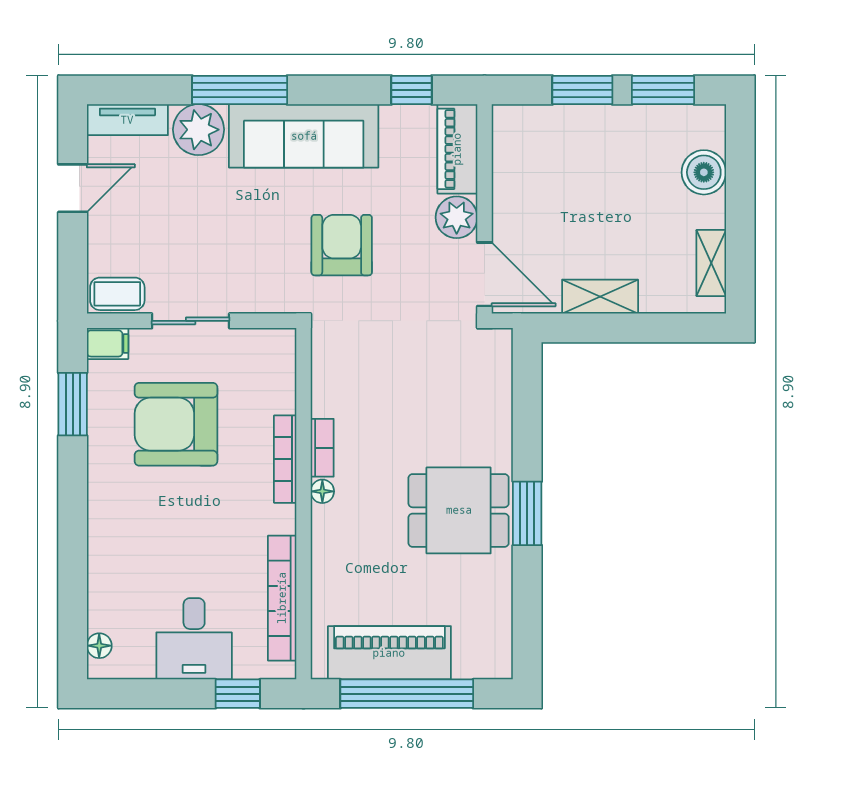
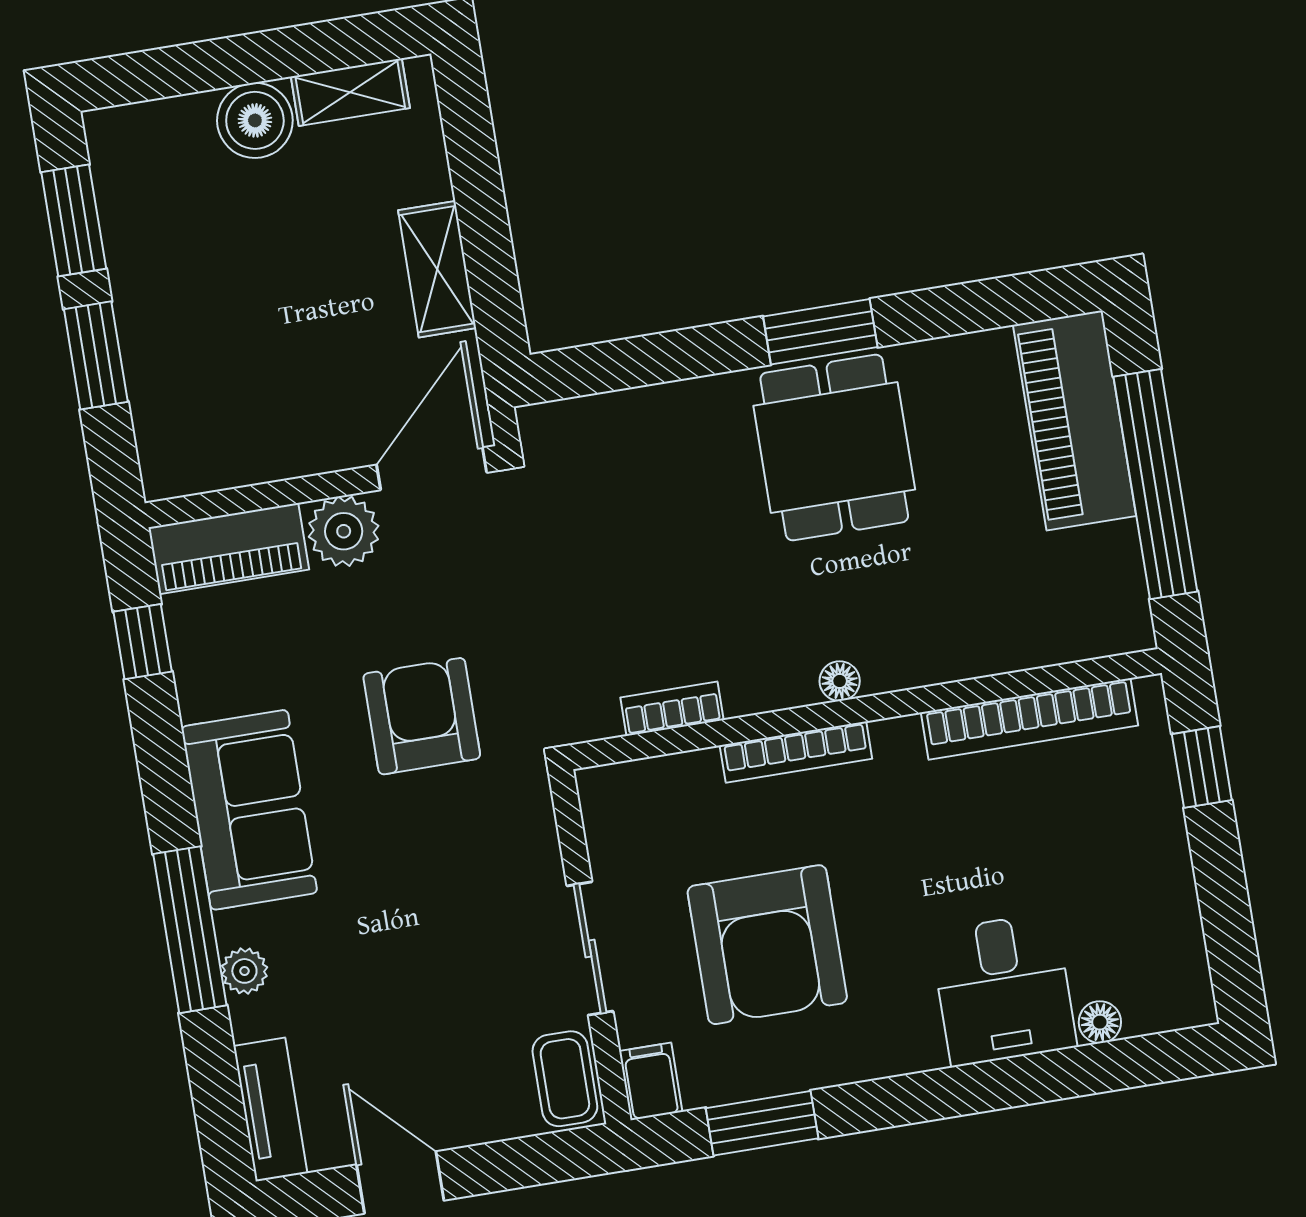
plant: (199, 130) -> (244, 971), width x0.53, depth x0.53
sofa: (304, 136) -> (249, 810), width x0.73
boiler: (704, 172) -> (255, 120), moved
armchair: (342, 245) -> (422, 716), turned 90
bookcase: (322, 448) -> (672, 709), moved
desk: (194, 639) -> (1003, 989), moved, turned 90
floor lamp: (99, 646) -> (1100, 1022), moved
piano: (389, 653) -> (1075, 420), moved

